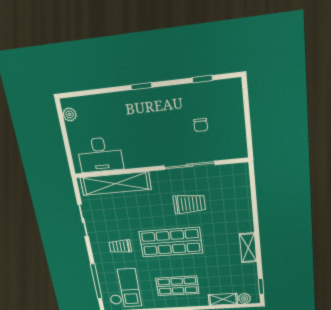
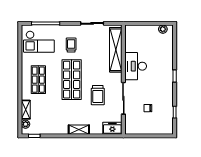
desk: (100, 155) -> (136, 66), moved
freezer: (240, 178) -> (112, 128), added
shelving: (248, 248) -> (79, 130), moved

